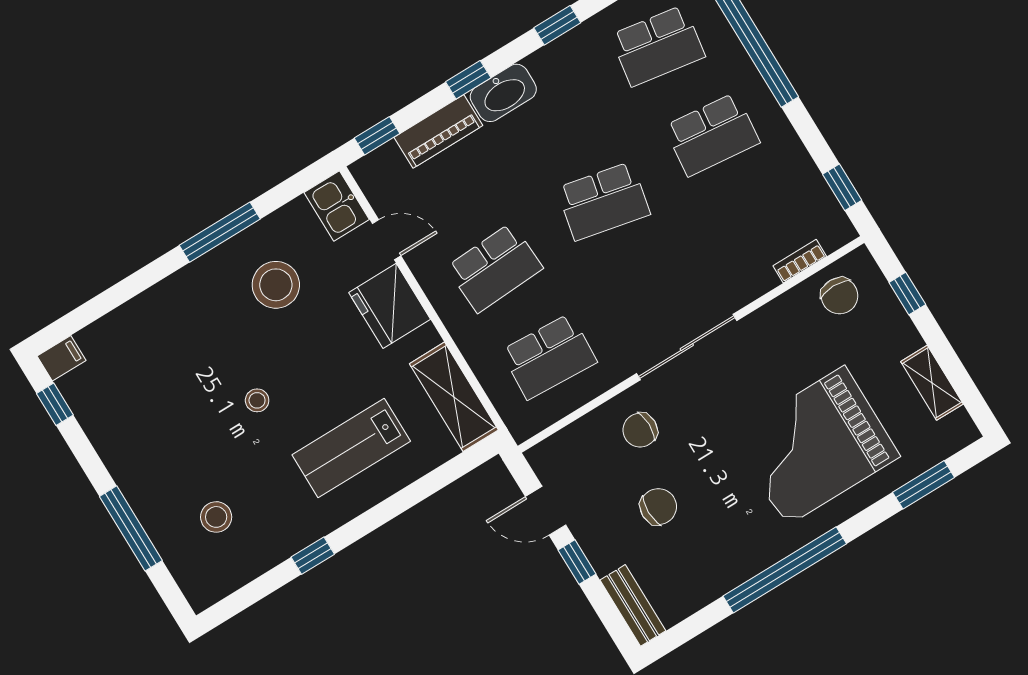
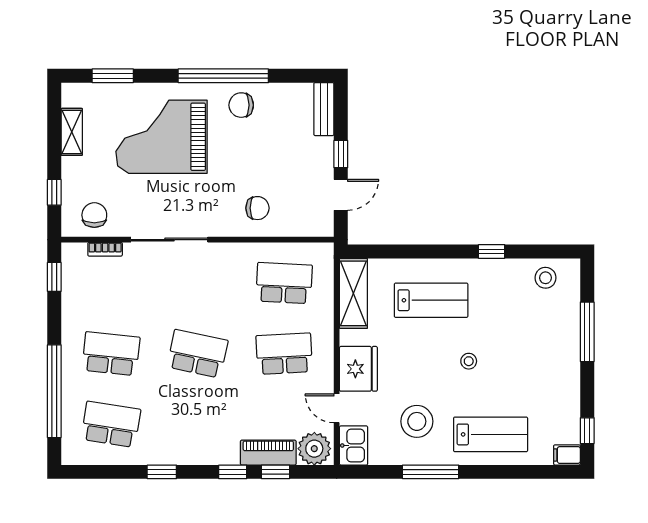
washbasin: (503, 93) -> (217, 452), removed
window: (377, 136) -> (276, 472), moved
plant: (384, 172) -> (314, 449), added
lab bench: (173, 325) -> (491, 434), added
sliding door: (687, 347) -> (169, 240), moved
grand piano: (815, 446) -> (162, 137), turned 180
chair: (658, 507) -> (241, 105), moved
door: (546, 511) -> (341, 195), hinge flipped
stool: (216, 517) -> (545, 278), moved

